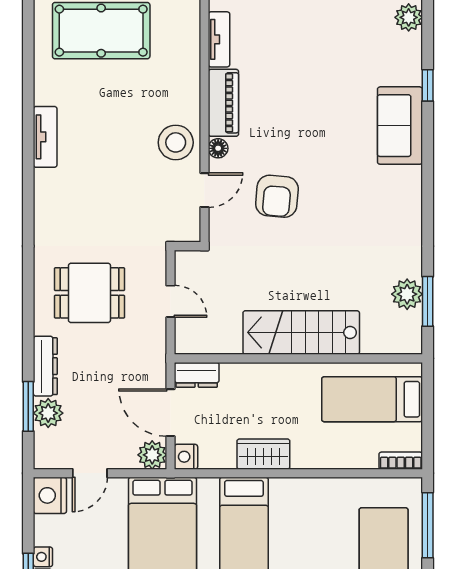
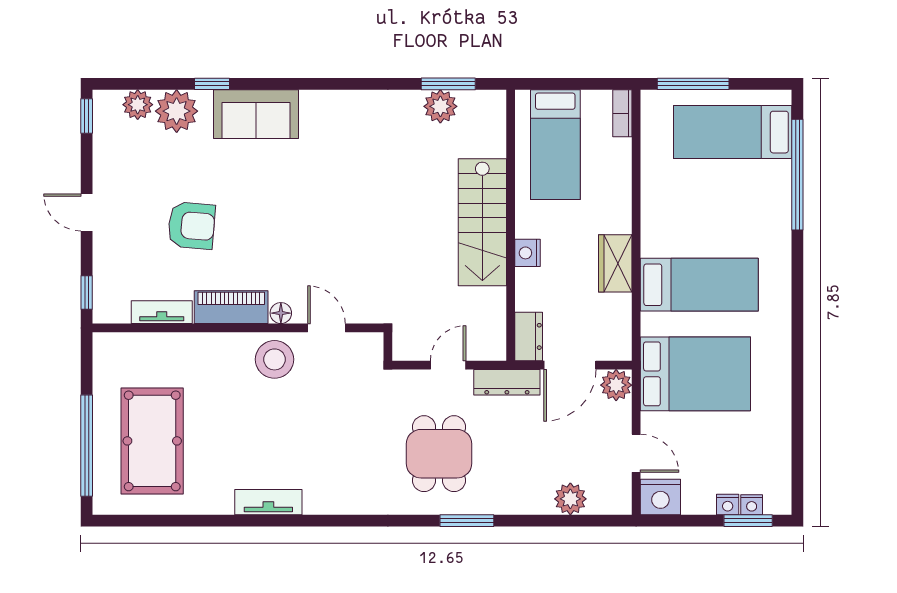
plant: (403, 53) -> (177, 111), added
armchair: (277, 196) -> (191, 226), moved
dresser: (45, 366) -> (507, 382), moved, turned 180
window: (28, 406) -> (467, 521), moved
nightstand: (186, 457) -> (527, 253), moved, turned 90

